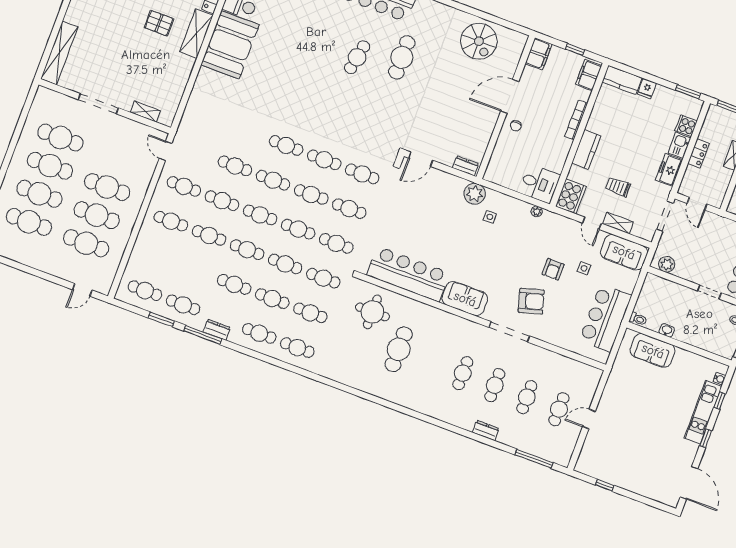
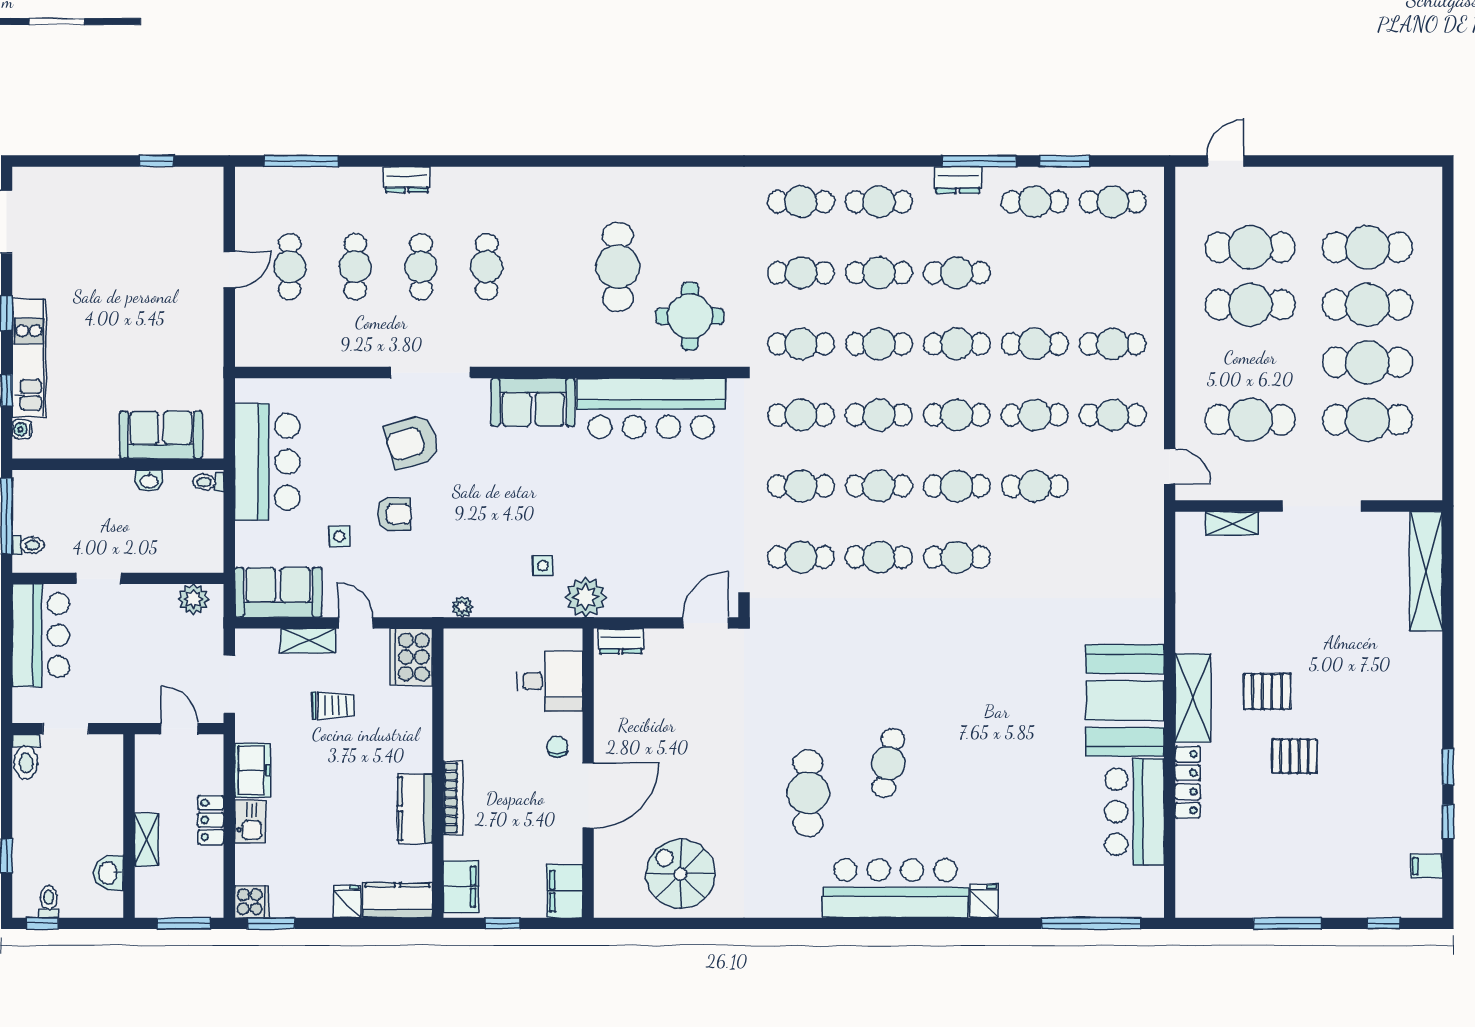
cooker: (686, 126) -> (252, 902), moved
kitchen counter: (586, 150) -> (415, 809), moved
desk: (540, 184) -> (550, 681), moved, turned 180
cafe table: (107, 187) -> (1250, 420), moved
armchair: (553, 269) -> (394, 514), turned 90

